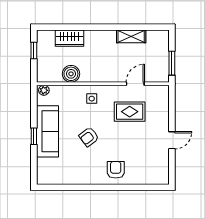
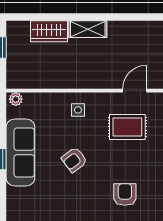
shelving: (131, 36) -> (88, 29), moved
boiler: (71, 74) -> (51, 78), removed
armchair: (116, 170) -> (125, 195), moved

